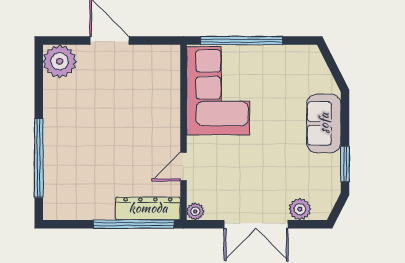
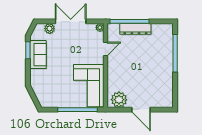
plant: (60, 61) -> (119, 100), moved
sofa: (324, 123) -> (38, 55), moved
dresser: (148, 208) -> (135, 29), moved

